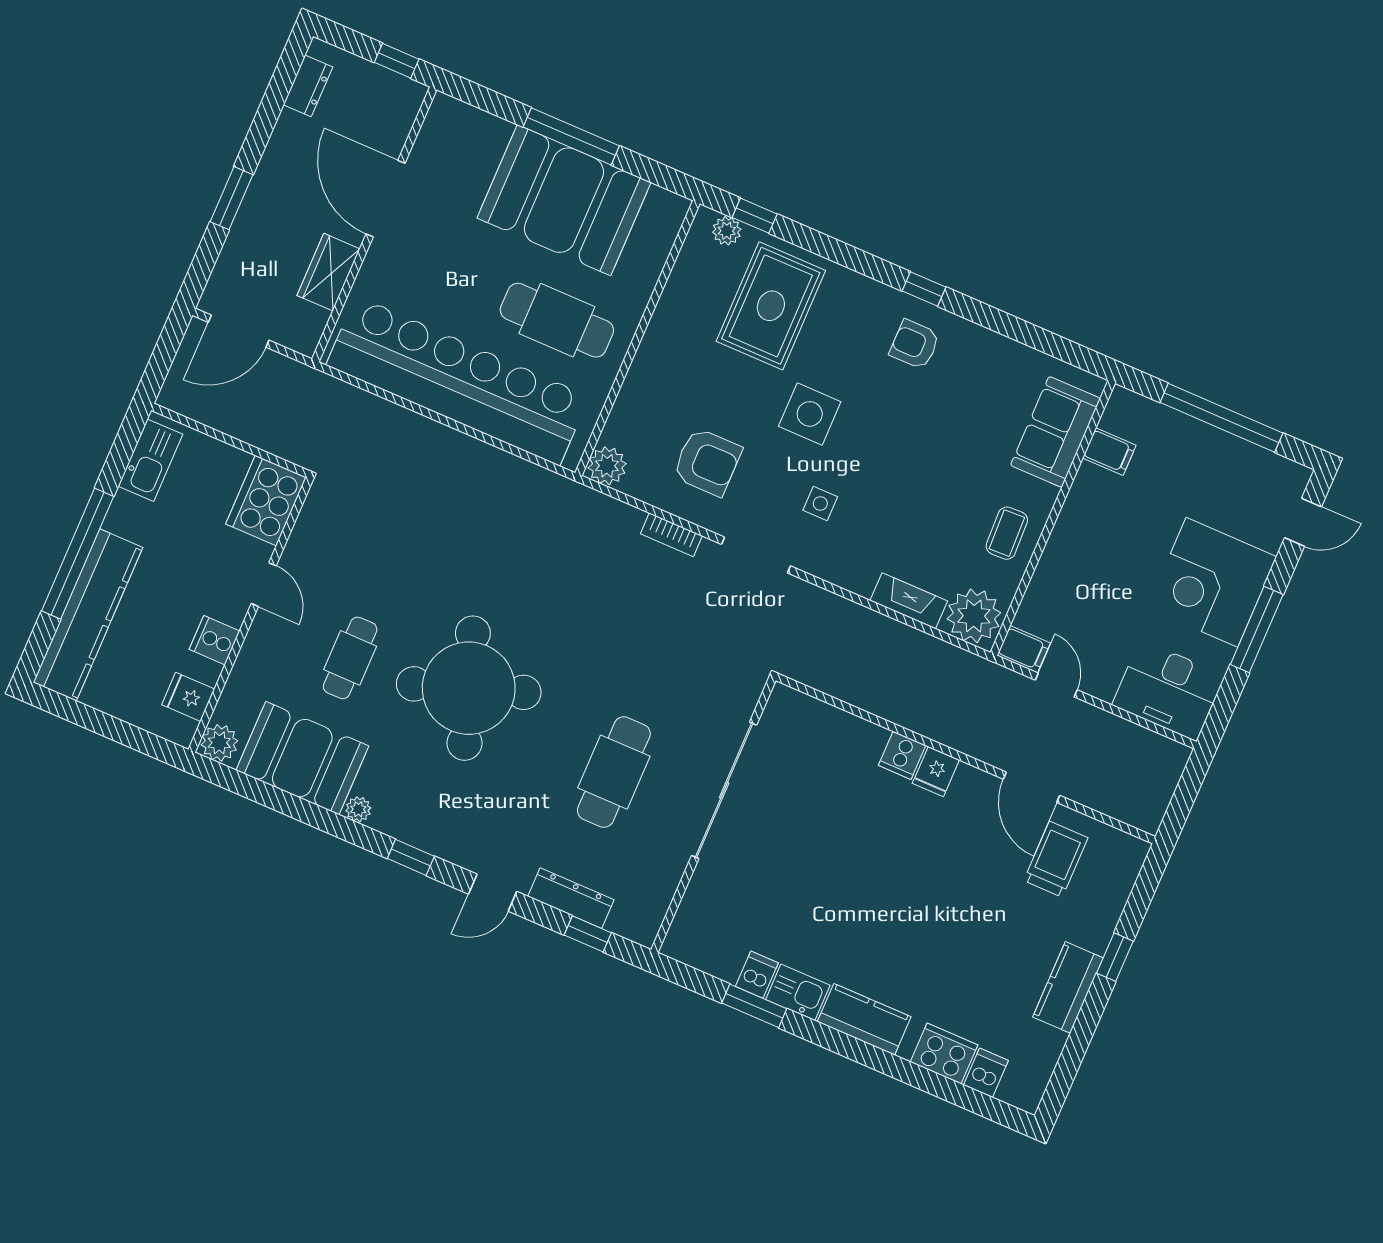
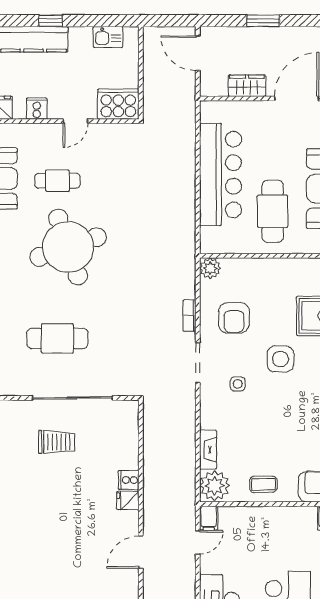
bar counter: (458, 381) -> (220, 174), width x0.73
kitchen sink: (150, 460) -> (108, 37), width x0.73
window: (78, 554) -> (51, 21), width x0.32
trolley: (1056, 859) -> (57, 442), moved

